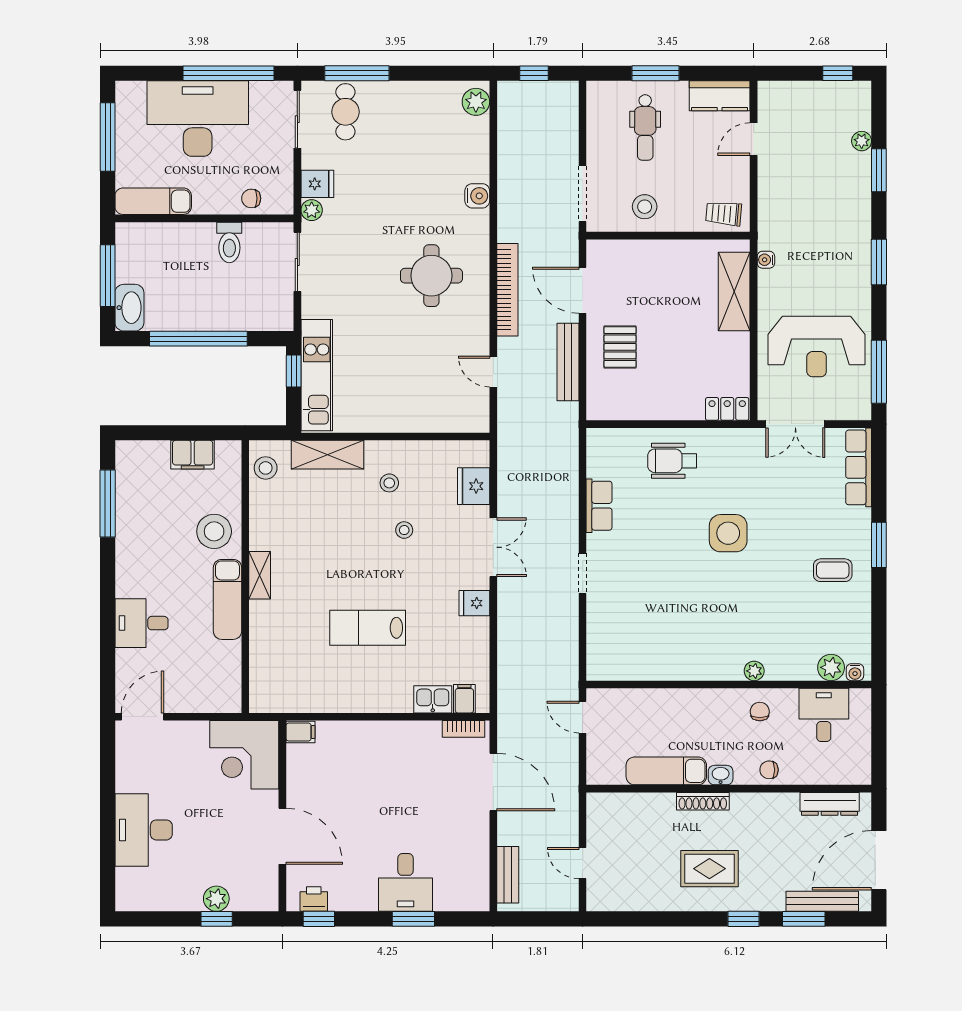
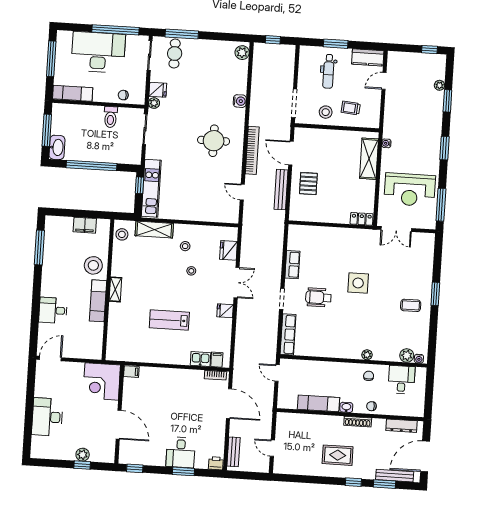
trolley: (724, 214) -> (351, 108), moved
wheelchair: (672, 461) -> (318, 297), moved
row of seats: (859, 467) -> (288, 334), moved, turned 180
shoe rack: (703, 801) -> (358, 422), moved
printer: (314, 899) -> (216, 463), moved

